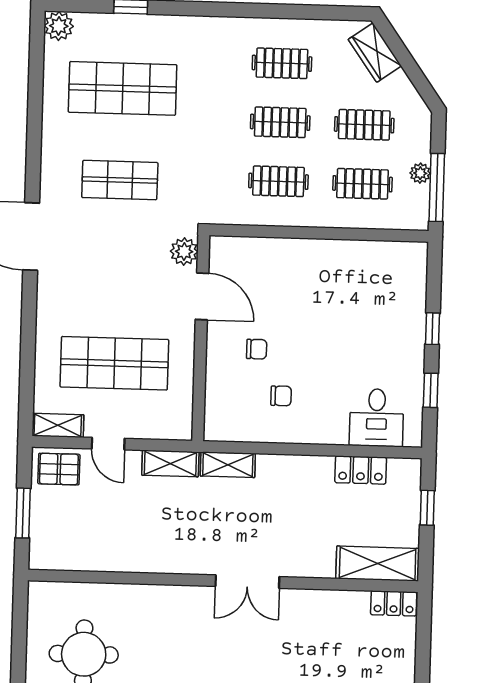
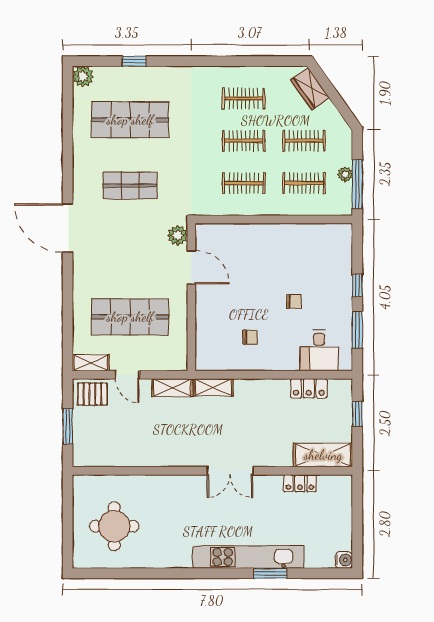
chair: (257, 349) -> (294, 301), moved
window: (431, 390) -> (357, 330), width x1.50
locker: (394, 603) -> (300, 483), moved

